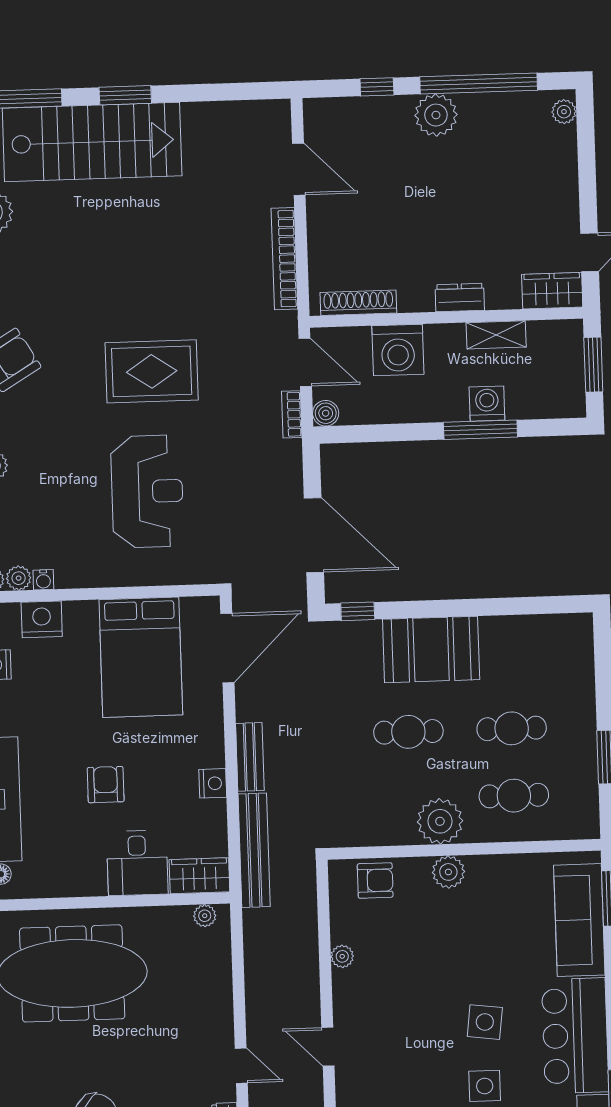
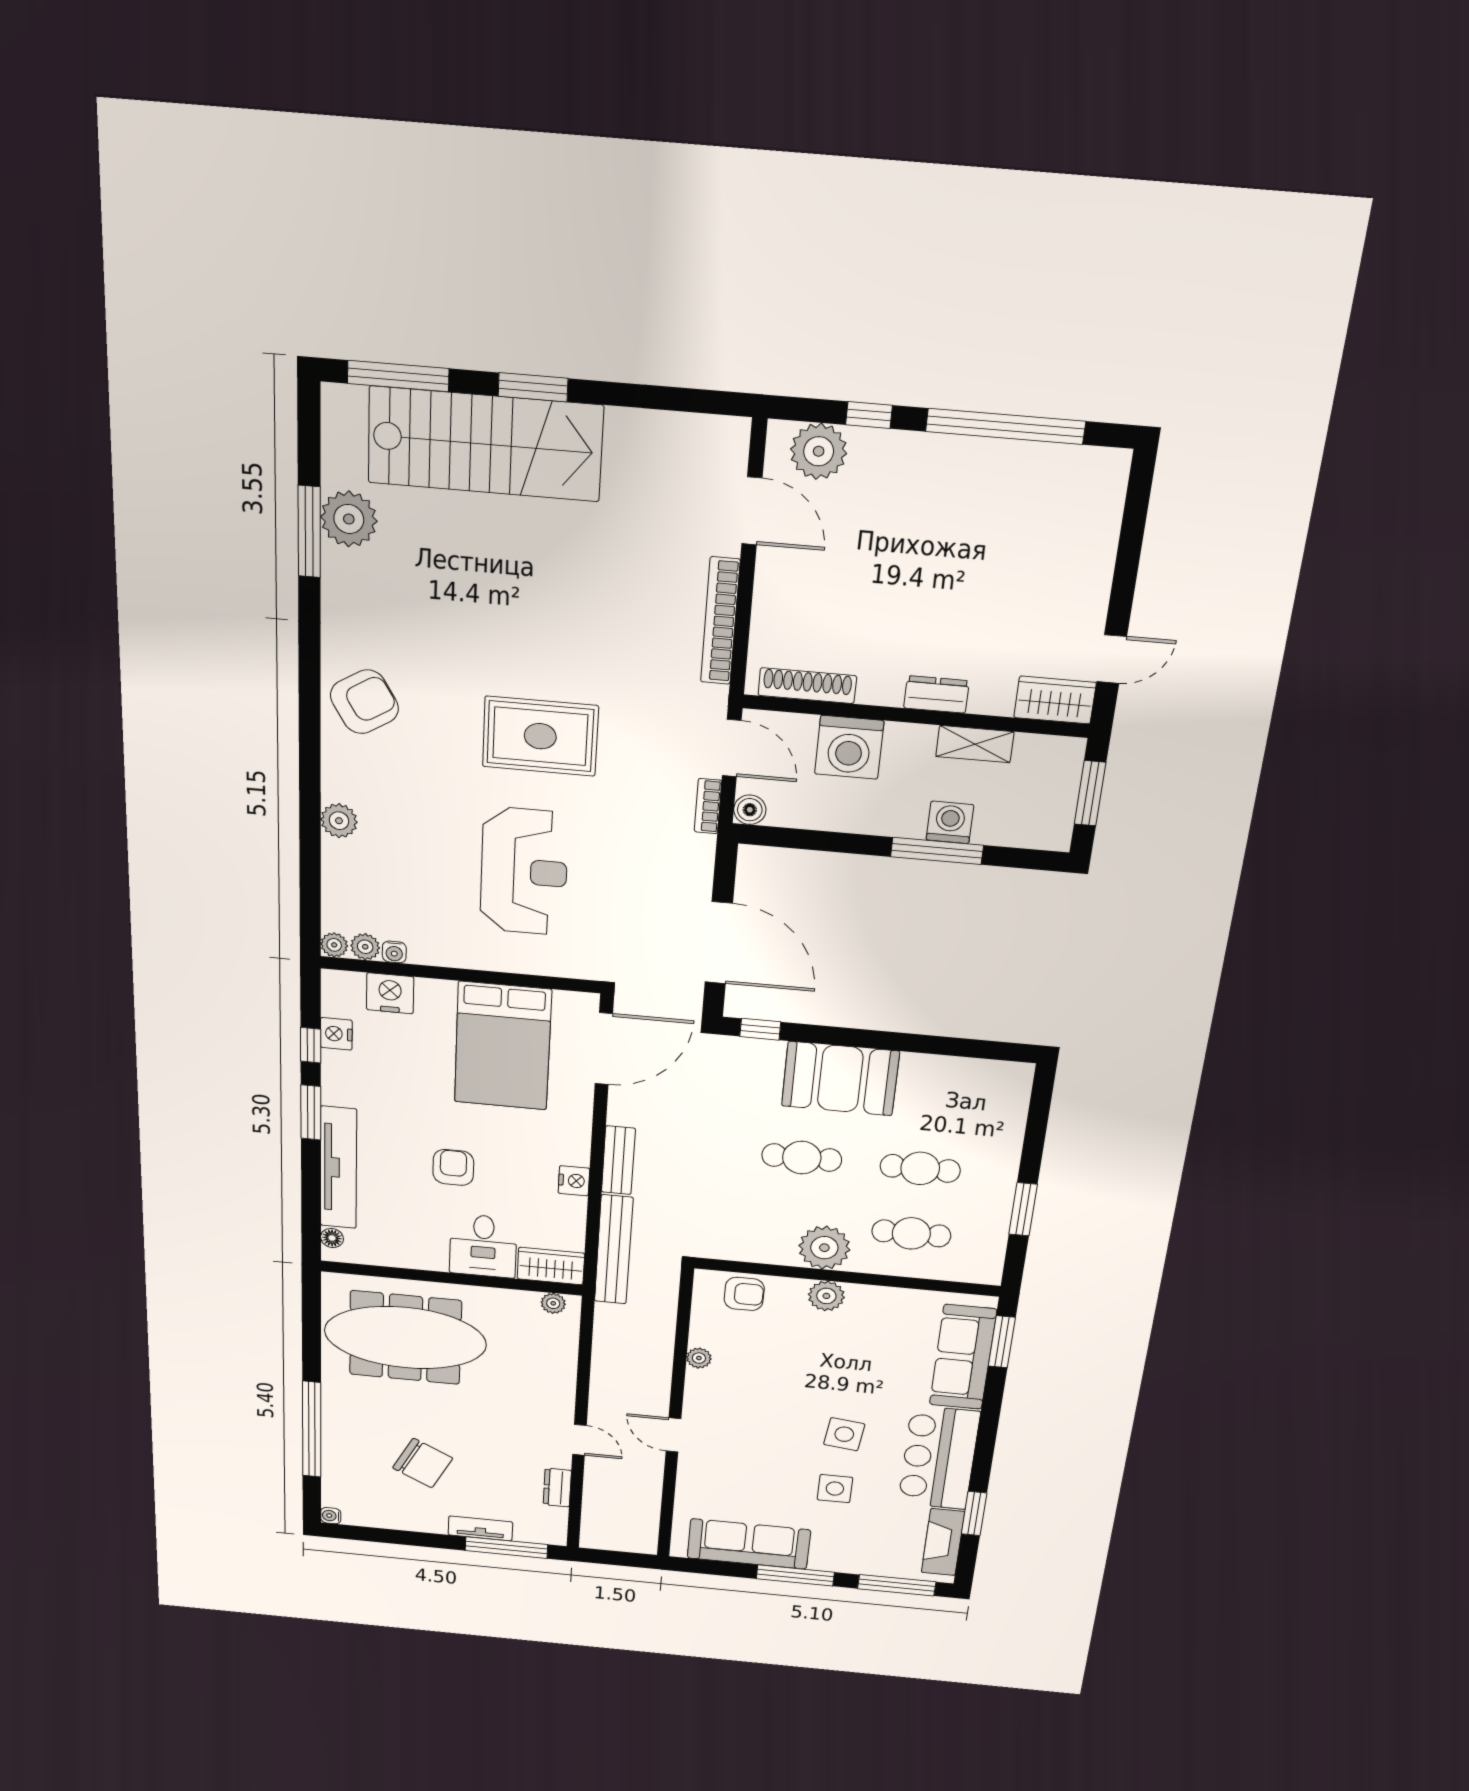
plant: (564, 112) -> (1113, 477), removed
plant: (436, 115) -> (819, 451), moved

